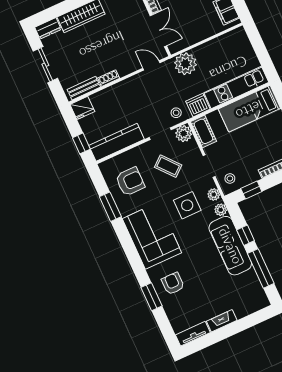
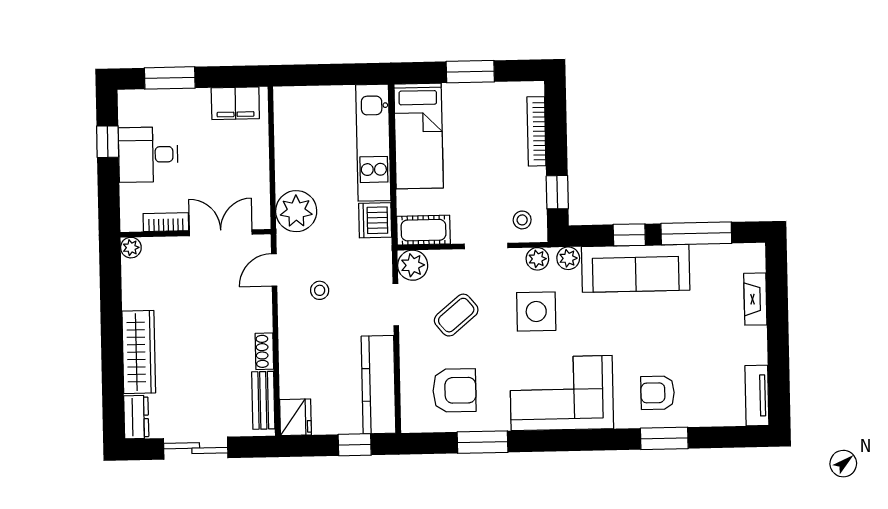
stool: (176, 113) -> (320, 290), moved
armchair: (130, 182) -> (454, 390), turned 90
fireplace: (222, 321) -> (755, 299), moved

